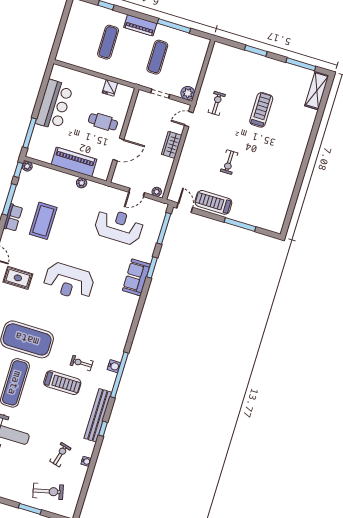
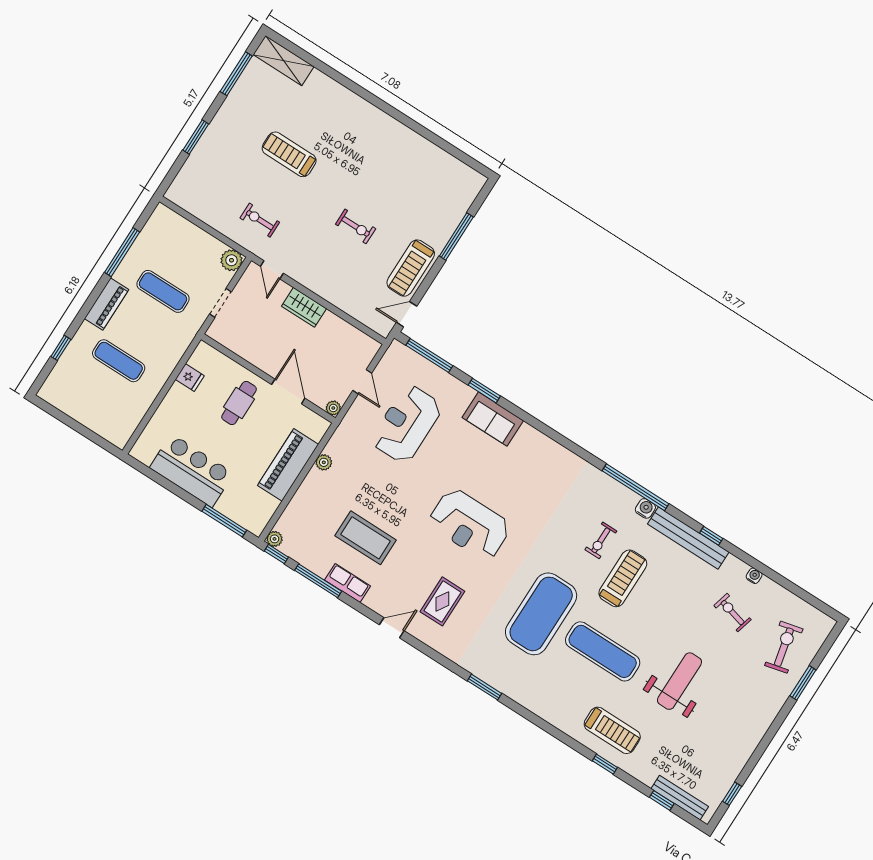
plant: (157, 192) -> (333, 408), moved
reception desk: (69, 281) -> (470, 524), turned 90
water cooler: (114, 366) -> (645, 508), moved

